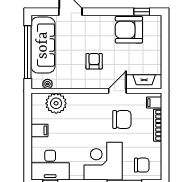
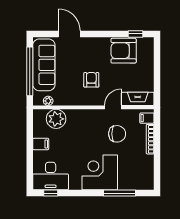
chair: (142, 165) -> (135, 176), removed

